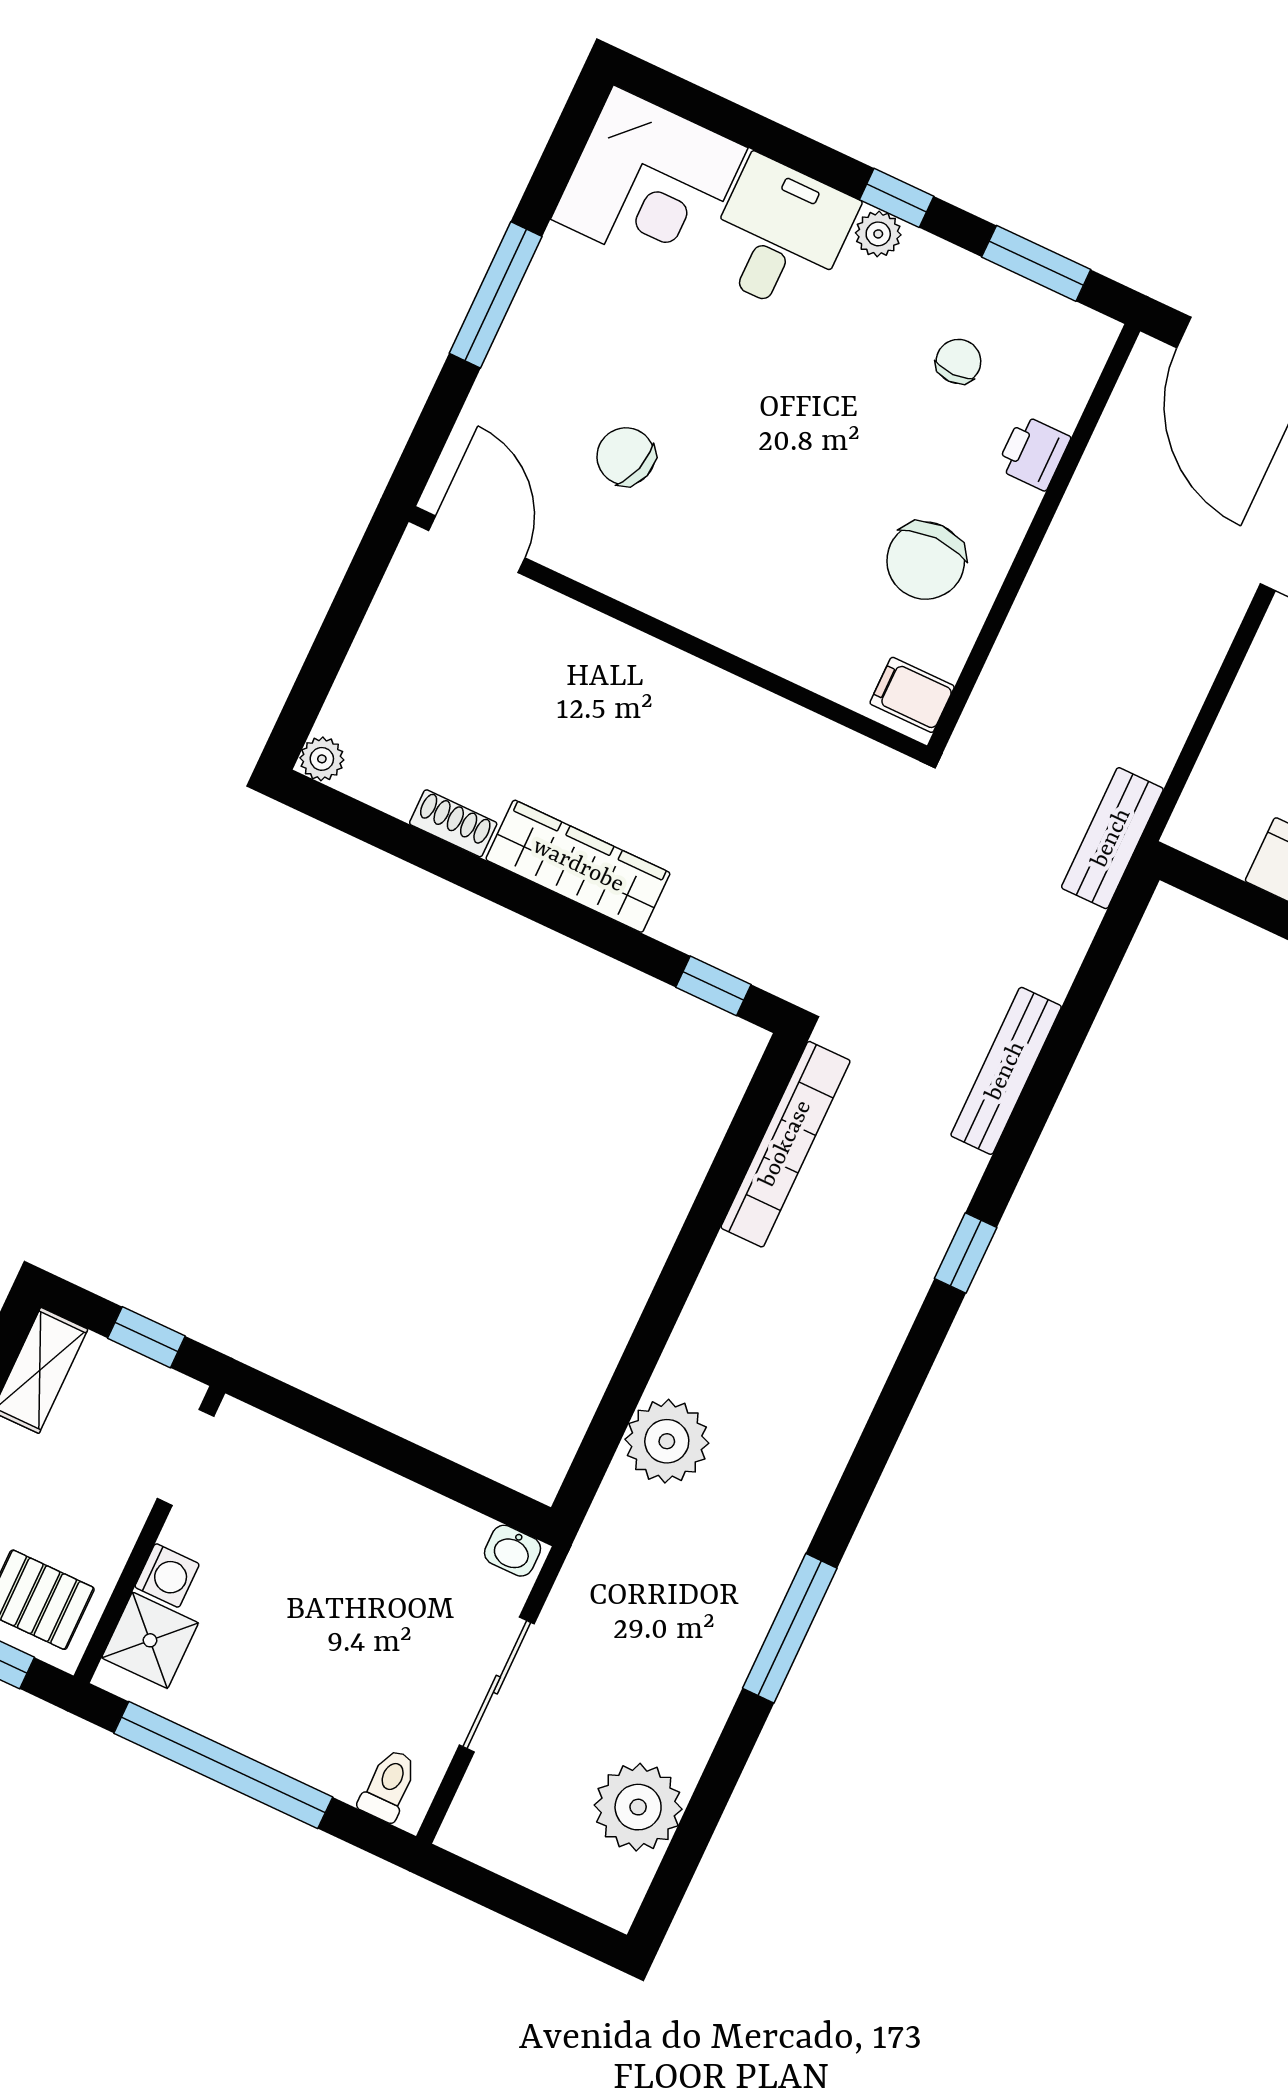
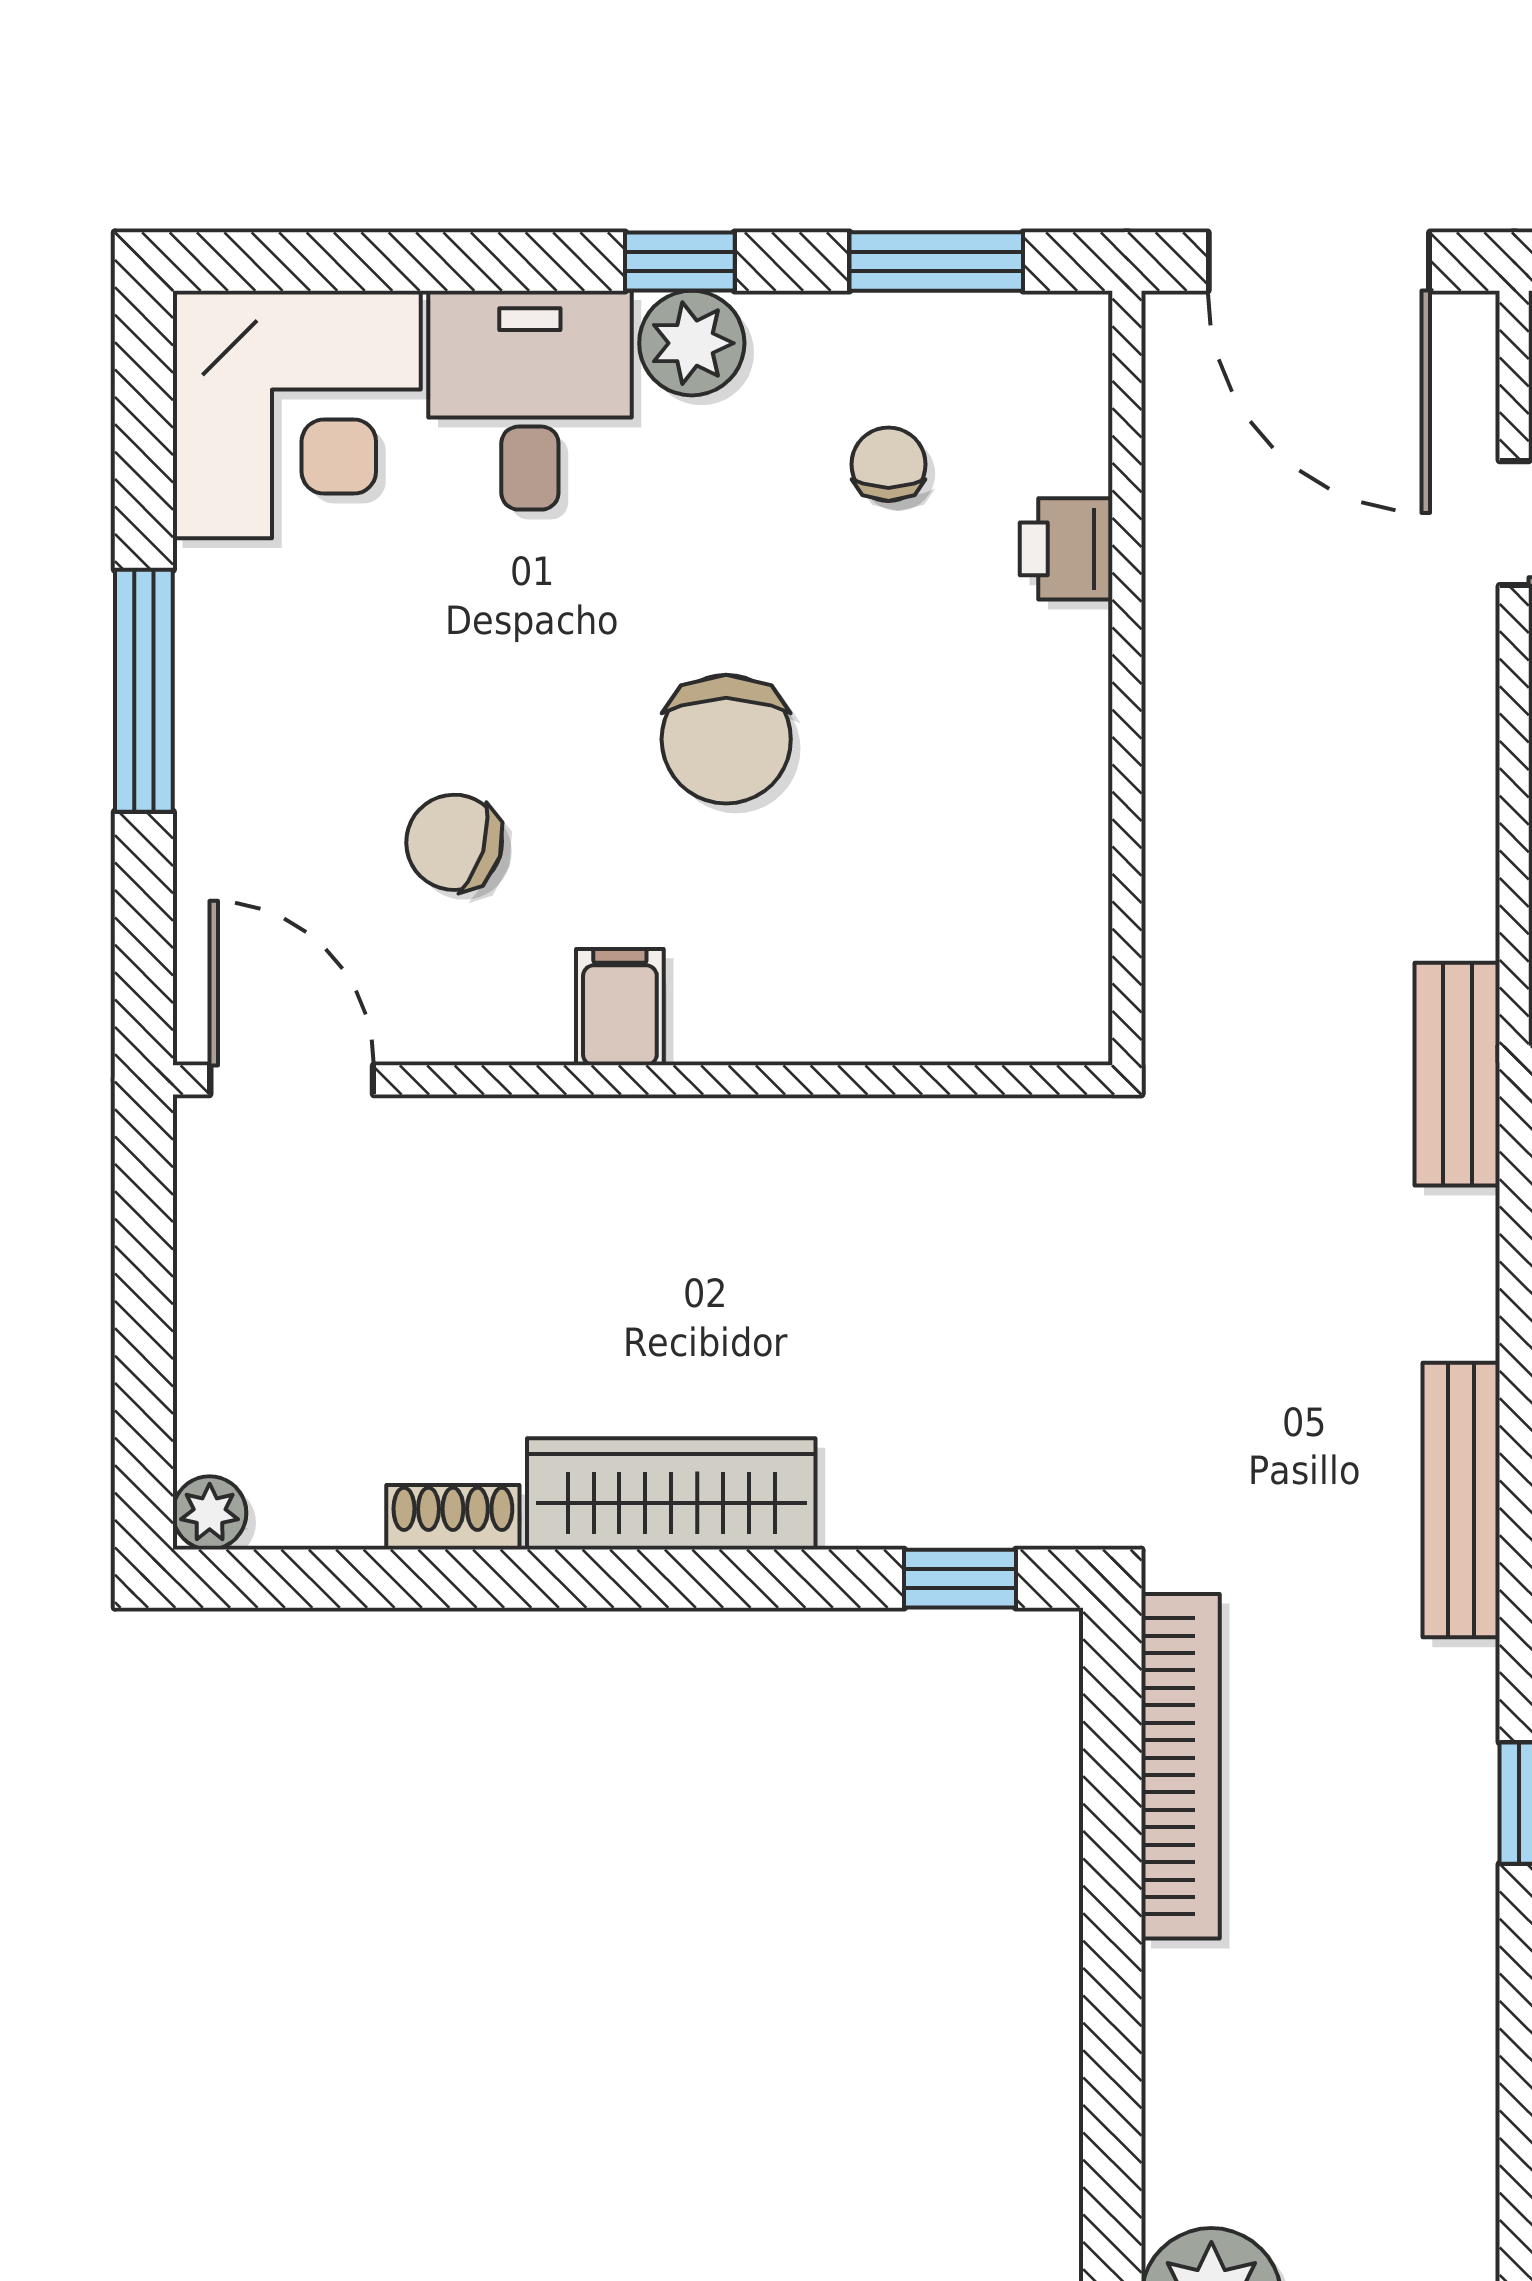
plant: (878, 234) -> (692, 343), width x1.38, depth x1.38
chair: (926, 561) -> (726, 739), moved
filing cabinet: (912, 695) -> (620, 1007), moved, turned 90

